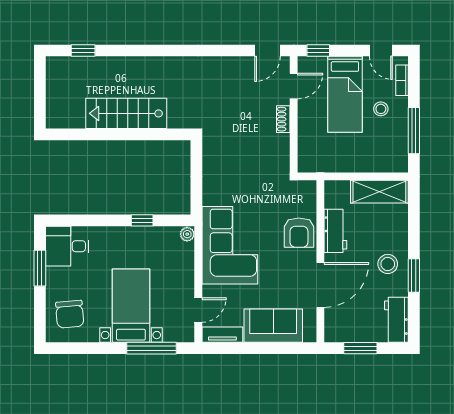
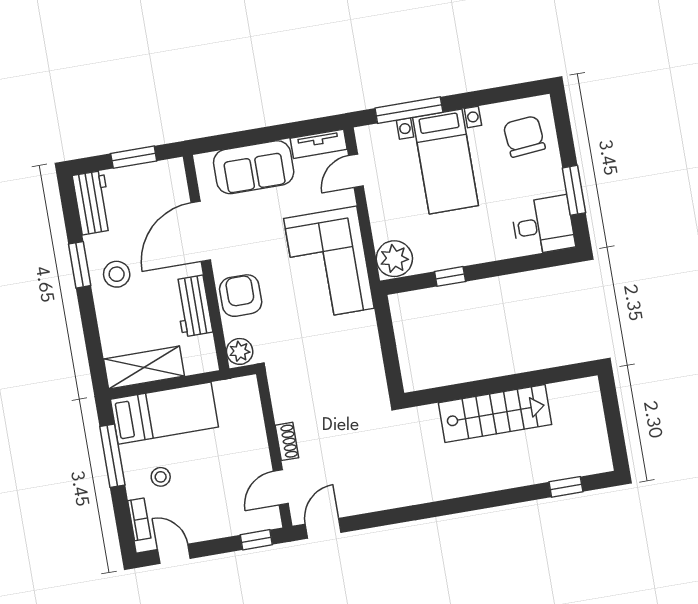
bed: (345, 94) -> (164, 413), moved, turned 90
plant: (307, 191) -> (240, 351), added
plant: (187, 234) -> (394, 259), width x1.88, depth x1.88

